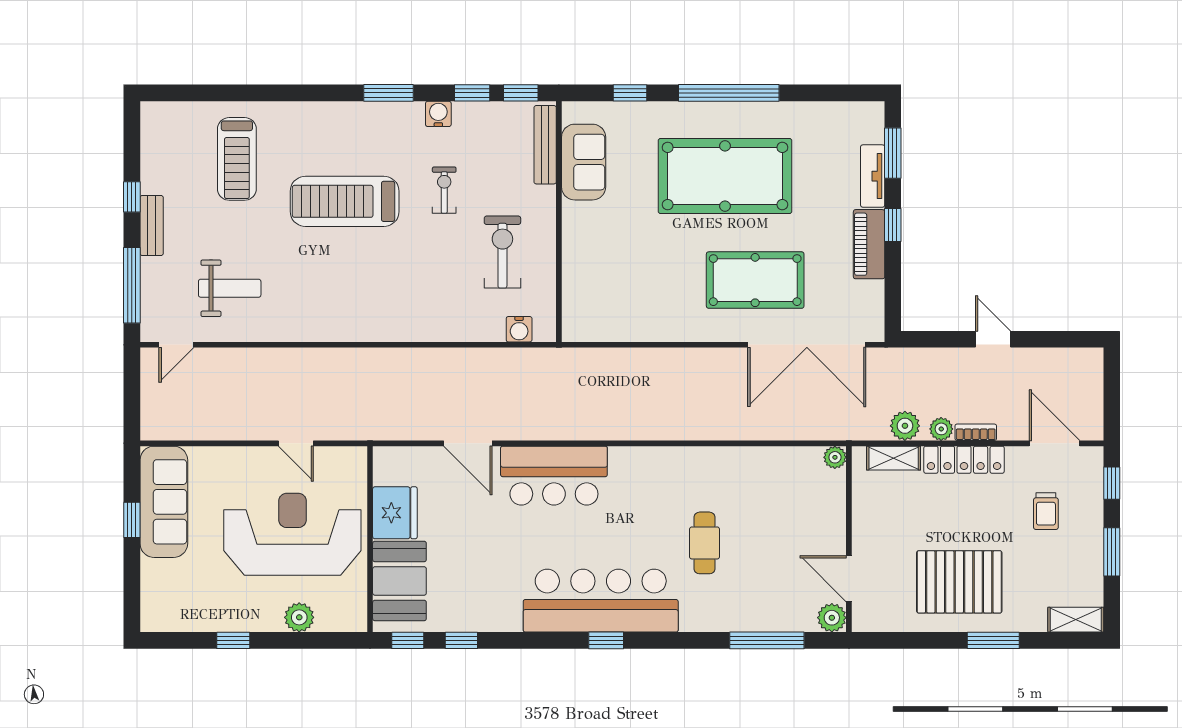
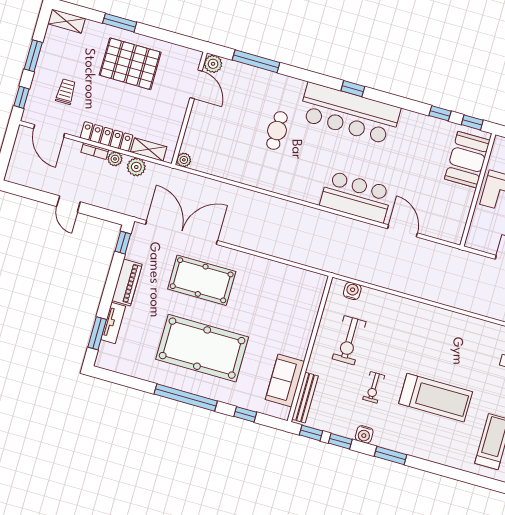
window: (893, 225) -> (123, 243), moved
fridge: (395, 513) -> (458, 202), removed

